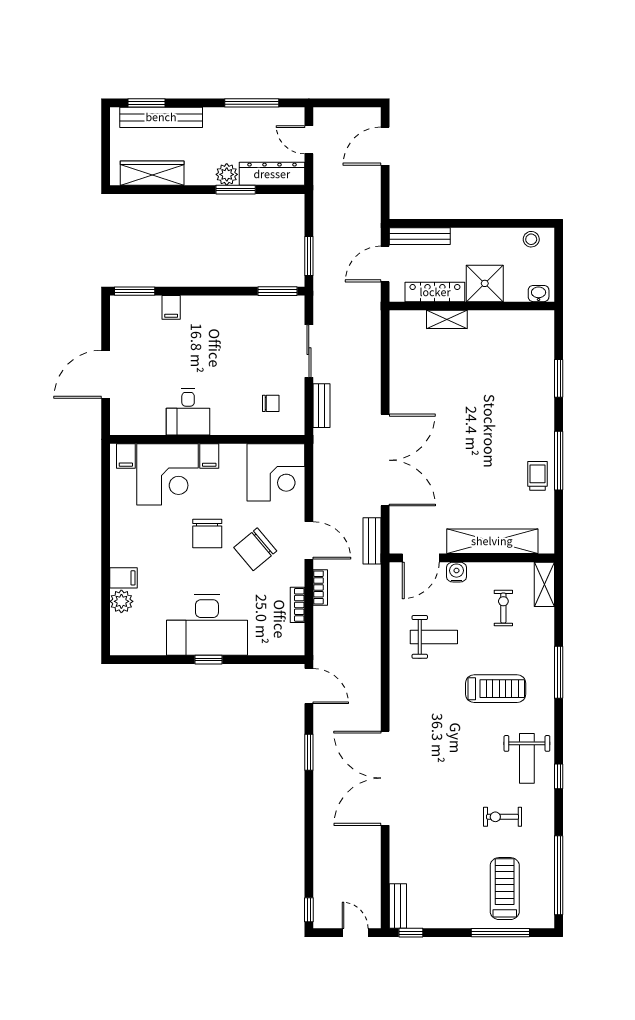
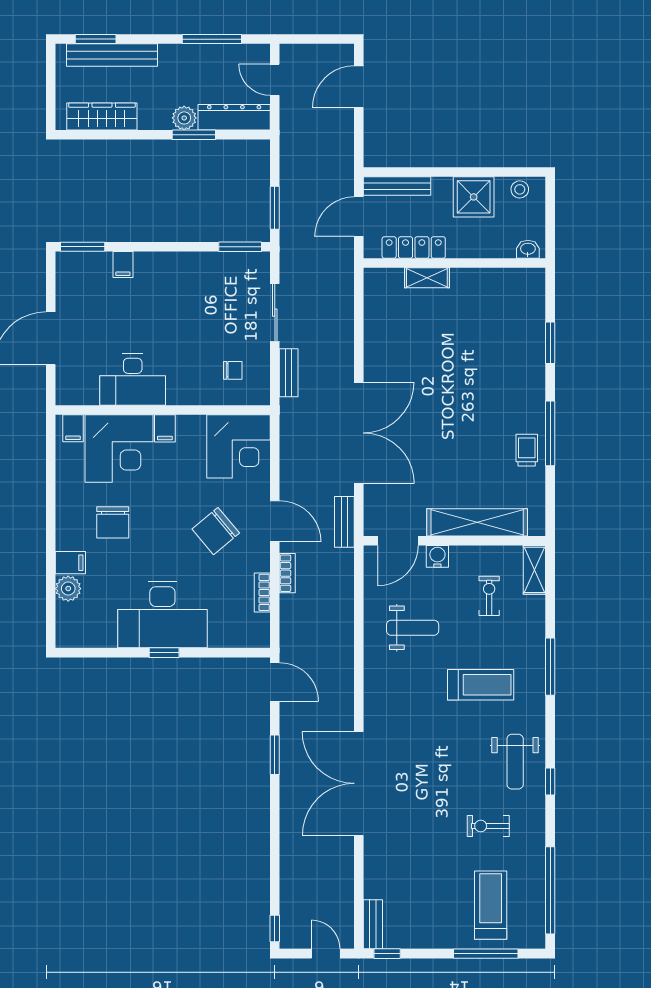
shower: (485, 283) -> (474, 197), moved
desk: (188, 412) -> (133, 380), width x1.37
chair: (207, 533) -> (113, 522), moved

